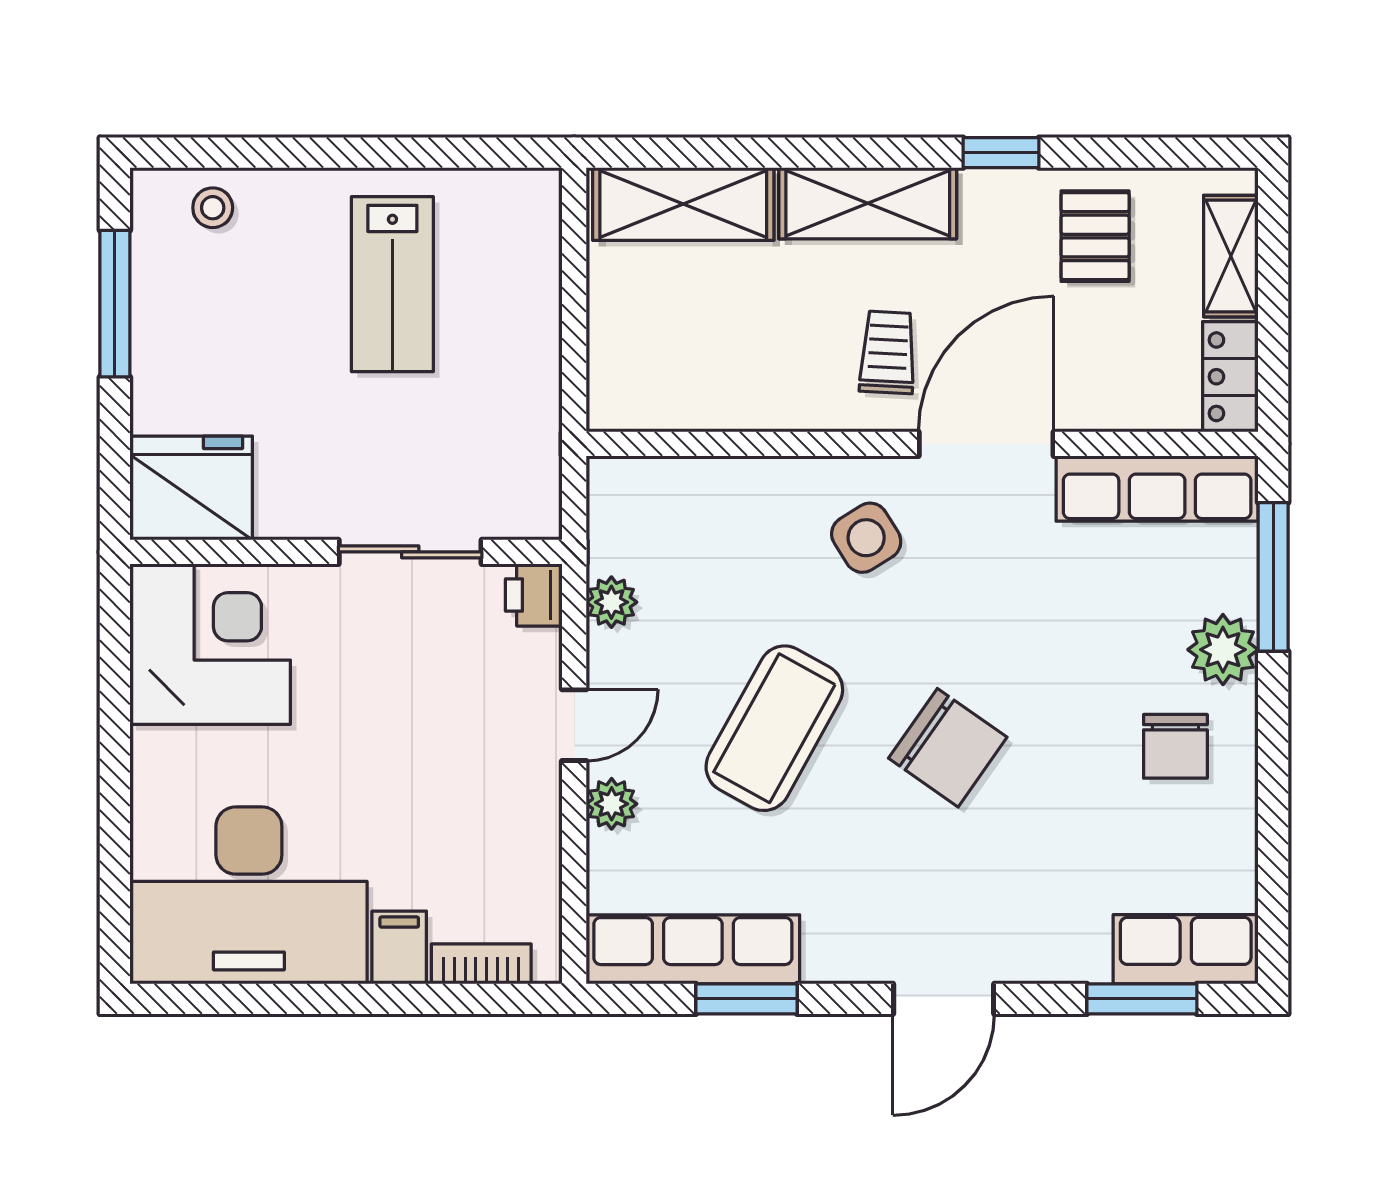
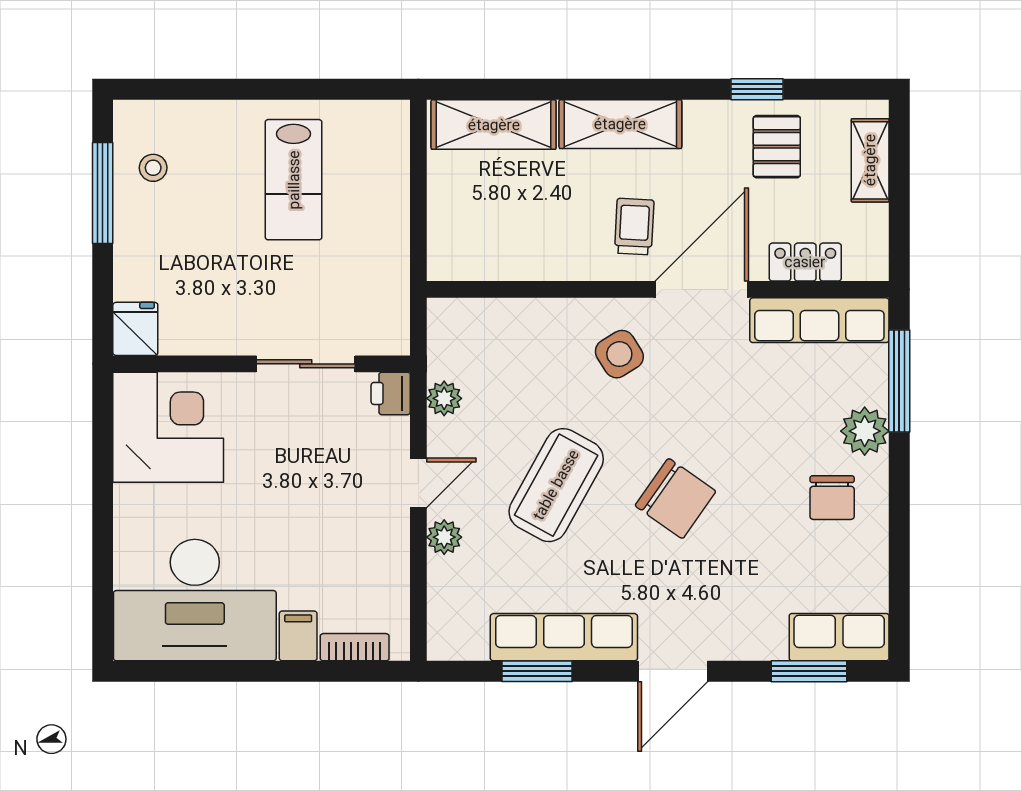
window: (1001, 153) -> (757, 89), moved
stool: (213, 208) -> (153, 168), moved
locker: (1230, 377) -> (805, 262), moved, turned 90
fridge: (191, 488) -> (135, 329), width x0.53, depth x0.75
row of seats: (693, 949) -> (564, 637), moved

